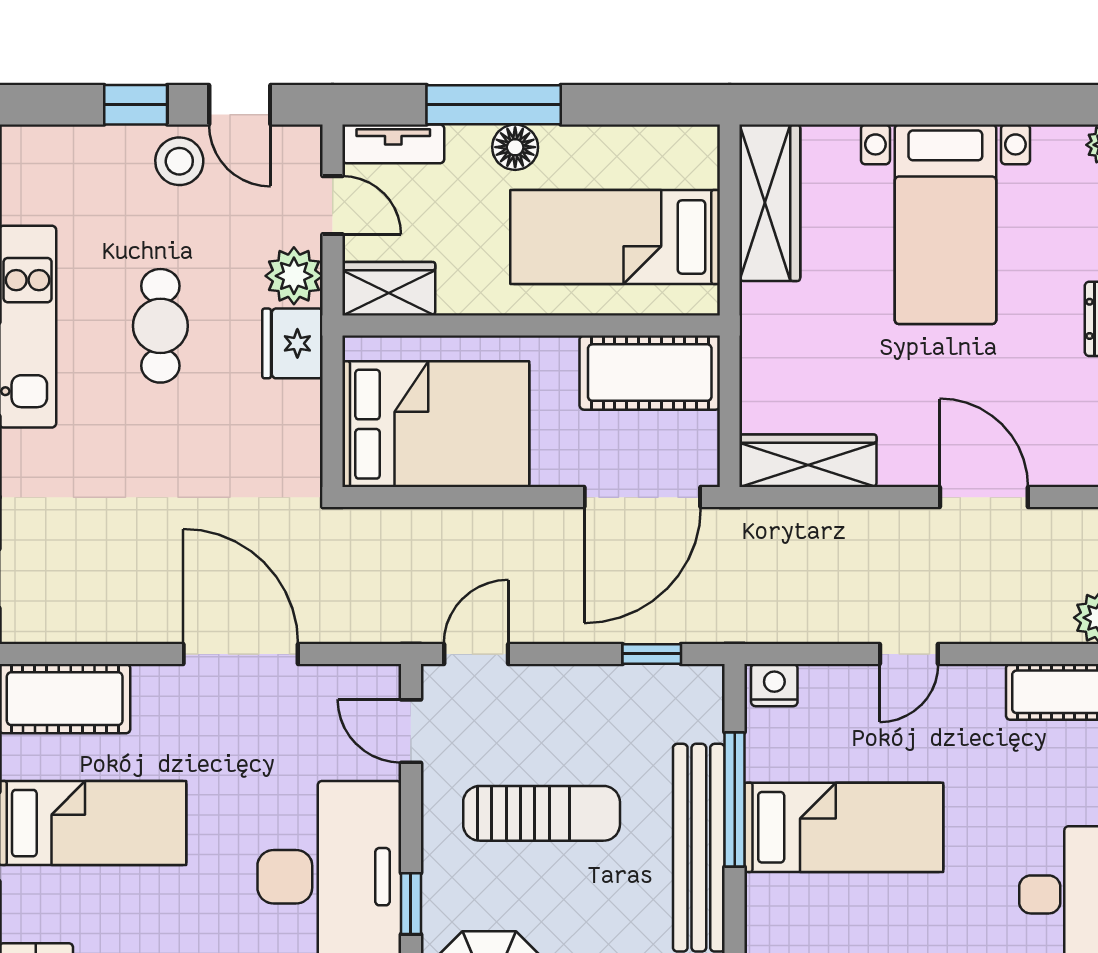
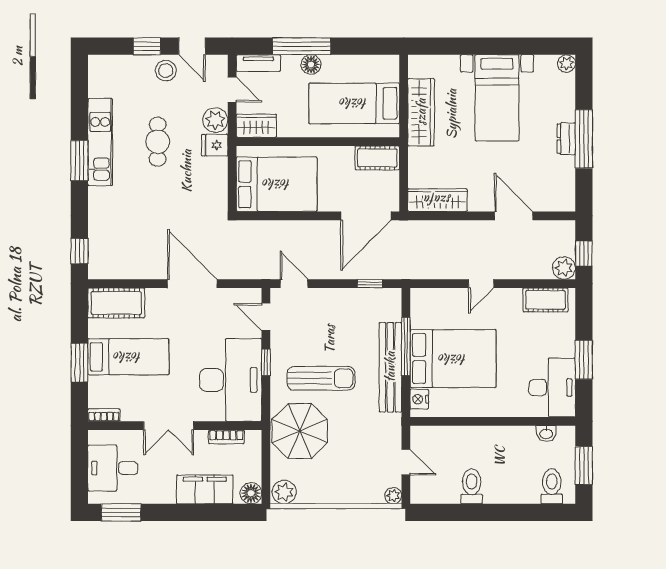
wardrobe: (770, 203) -> (421, 112), moved
fridge: (293, 343) -> (215, 145), width x0.72
cot: (650, 373) -> (377, 158), width x0.73, depth x0.75
door: (476, 654) -> (294, 284), hinge flipped
nightstand: (774, 685) -> (419, 399), moved, turned -90
sun lounger: (542, 813) -> (321, 378), moved
bed: (844, 827) -> (453, 359), width x1.50
window: (411, 904) -> (266, 362), moved

